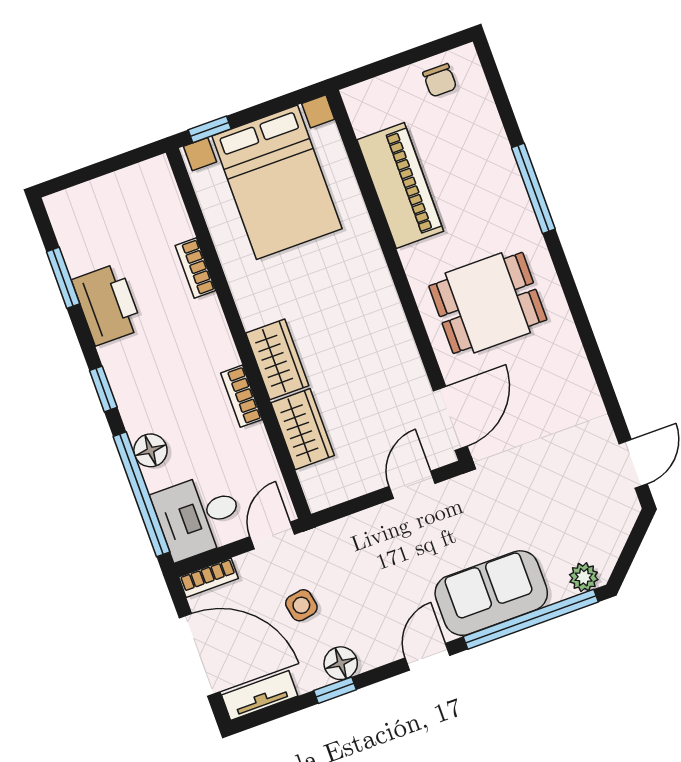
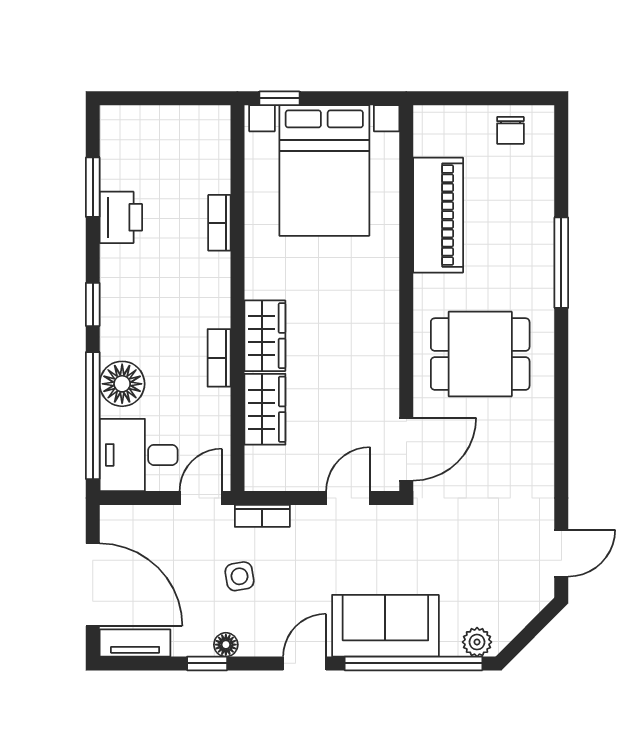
printer: (107, 304) -> (121, 217), width x0.73, depth x0.84
floor lamp: (150, 450) -> (122, 384), width x1.38, depth x1.38
bookcase: (209, 578) -> (262, 516), moved
side table: (301, 605) -> (240, 576), moved
floor lamp: (341, 663) -> (226, 645), width x0.73, depth x0.73

